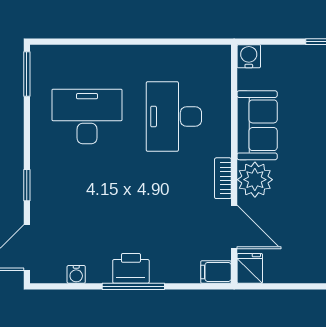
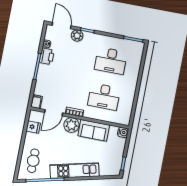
desk: (87, 117) -> (111, 61), turned 90
desk: (174, 117) -> (104, 97), turned 180
plant: (43, 207) -> (77, 36), added
printer: (131, 268) -> (47, 56), moved
fridge: (250, 268) -> (33, 127), moved

